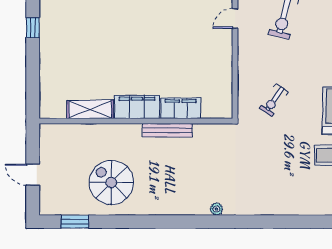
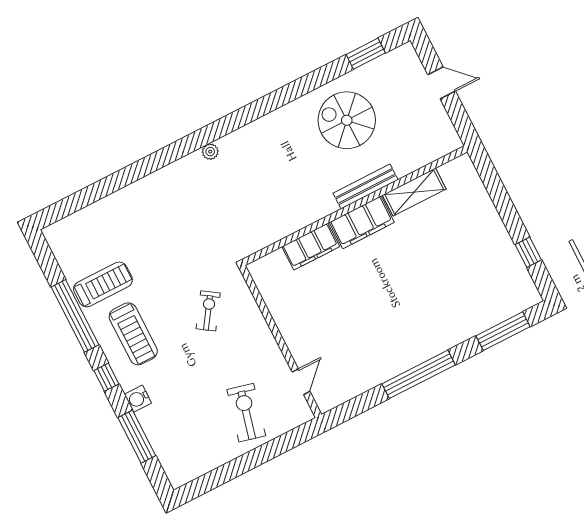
bench: (167, 130) -> (366, 186), moved
spiral stairs: (111, 182) -> (347, 120), turned 180

